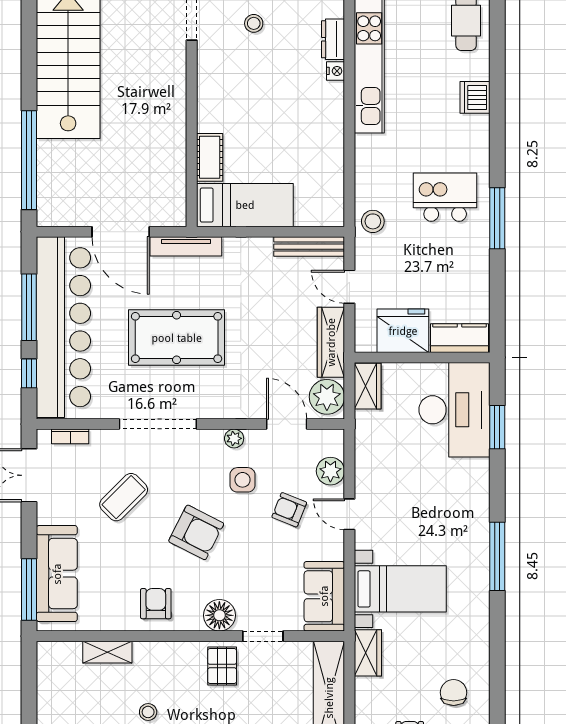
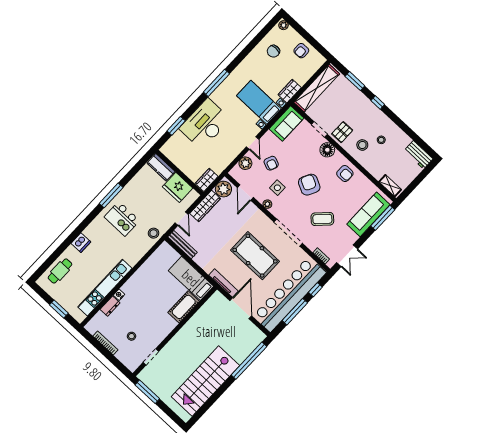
cot: (210, 157) -> (184, 307), width x1.37, depth x1.34
desk: (454, 410) -> (205, 124), moved
armchair: (156, 604) -> (345, 174), turned -90
shelving: (107, 652) -> (390, 186), moved
stool: (171, 676) -> (362, 145), added

